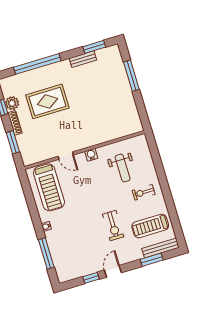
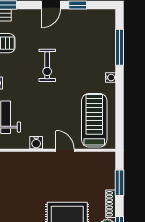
exercise bike: (113, 226) -> (47, 65), moved, turned 180

